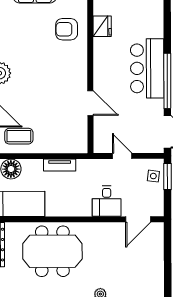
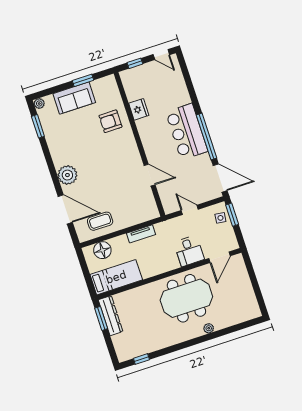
meeting table: (52, 251) -> (186, 298), moved

